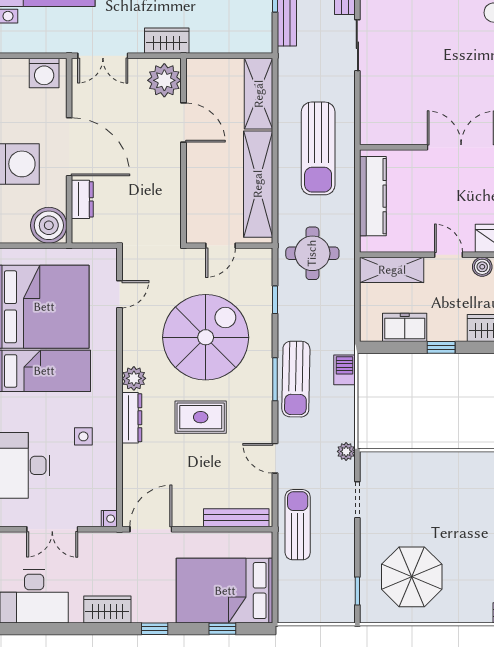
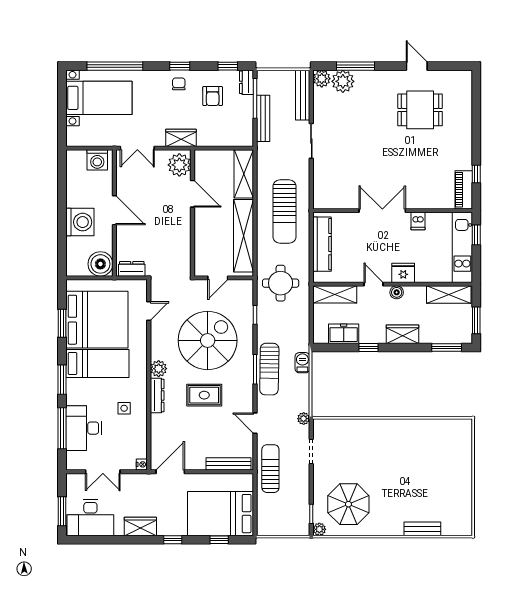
door: (69, 147) -> (114, 210), width x0.73
dresser: (82, 199) -> (132, 269), moved, turned -90
plant: (369, 614) -> (319, 529), added

